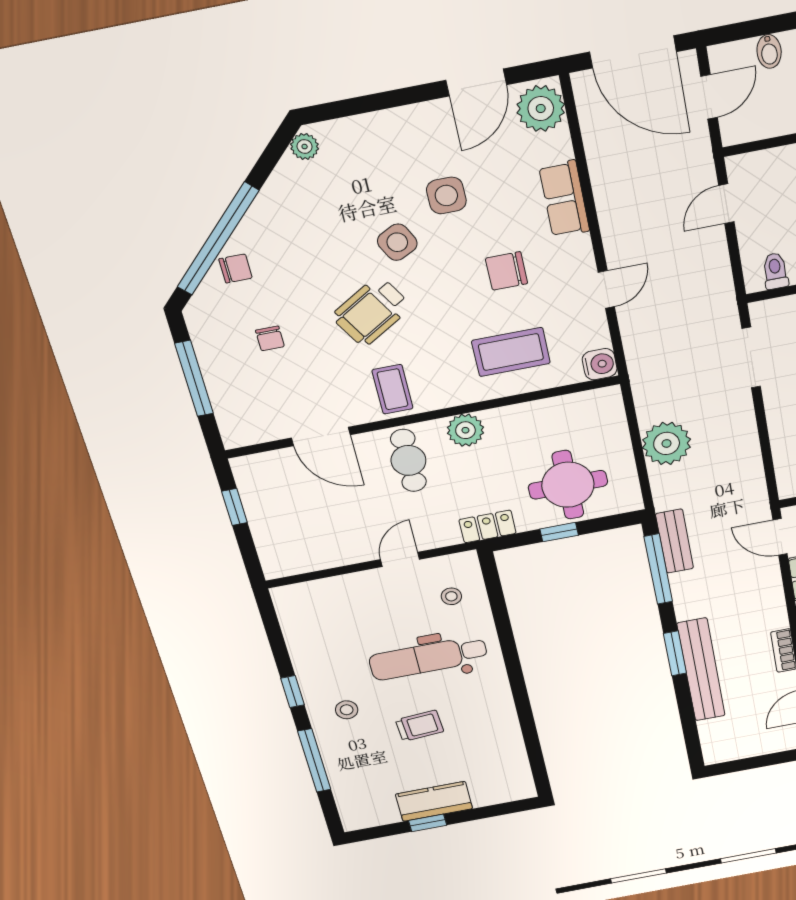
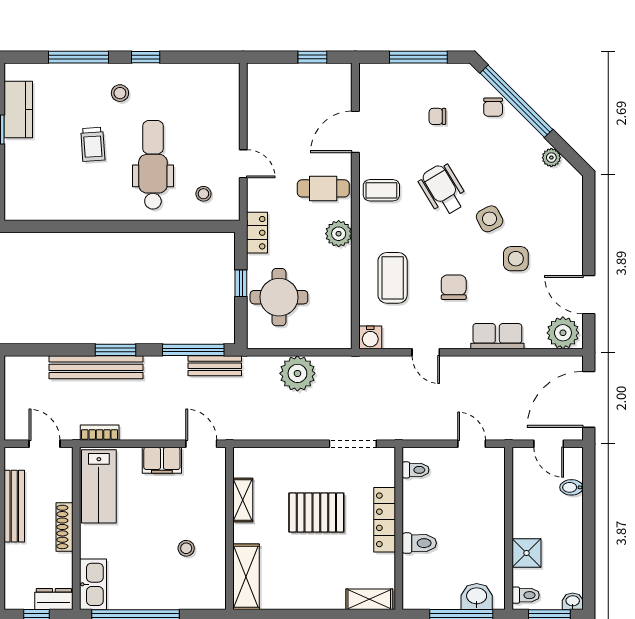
plant: (305, 147) -> (551, 158), moved
door: (780, 537) -> (201, 444), hinge flipped
kitchen counter: (434, 801) -> (18, 109), moved

